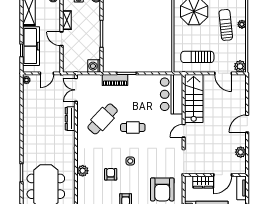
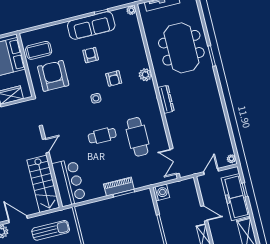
piano: (115, 80) -> (119, 187), moved
double door: (76, 90) -> (175, 161), swing flipped
dresser: (70, 119) -> (166, 99), moved
cafe table: (103, 119) -> (138, 137), turned -43

